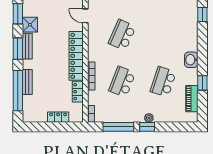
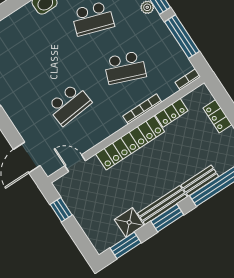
door: (85, 16) -> (75, 163), swing flipped
school desk: (122, 35) -> (69, 104), turned -30
bench: (27, 46) -> (162, 205), width x1.36

